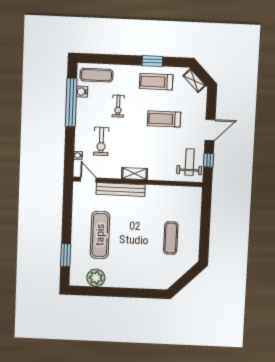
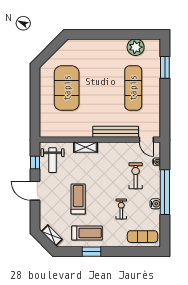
water cooler: (82, 92) -> (155, 204), moved
window: (71, 102) -> (165, 192), moved
treadmill: (164, 119) -> (78, 199), turned -90
door: (210, 130) -> (35, 191), hinge flipped
shelving: (134, 174) -> (86, 147), moved
exercise mat: (171, 238) -> (67, 88), width x2.00, depth x1.45

